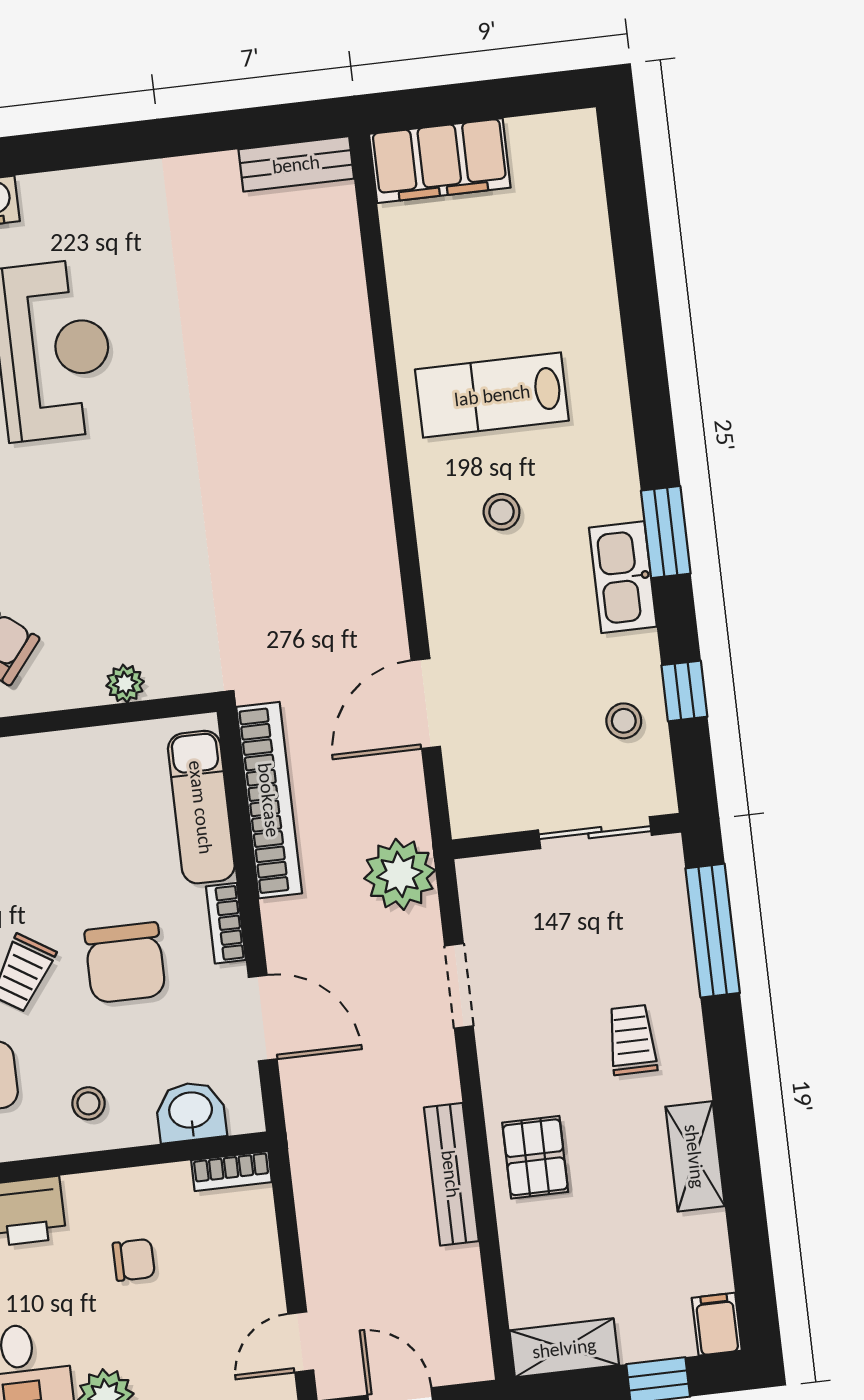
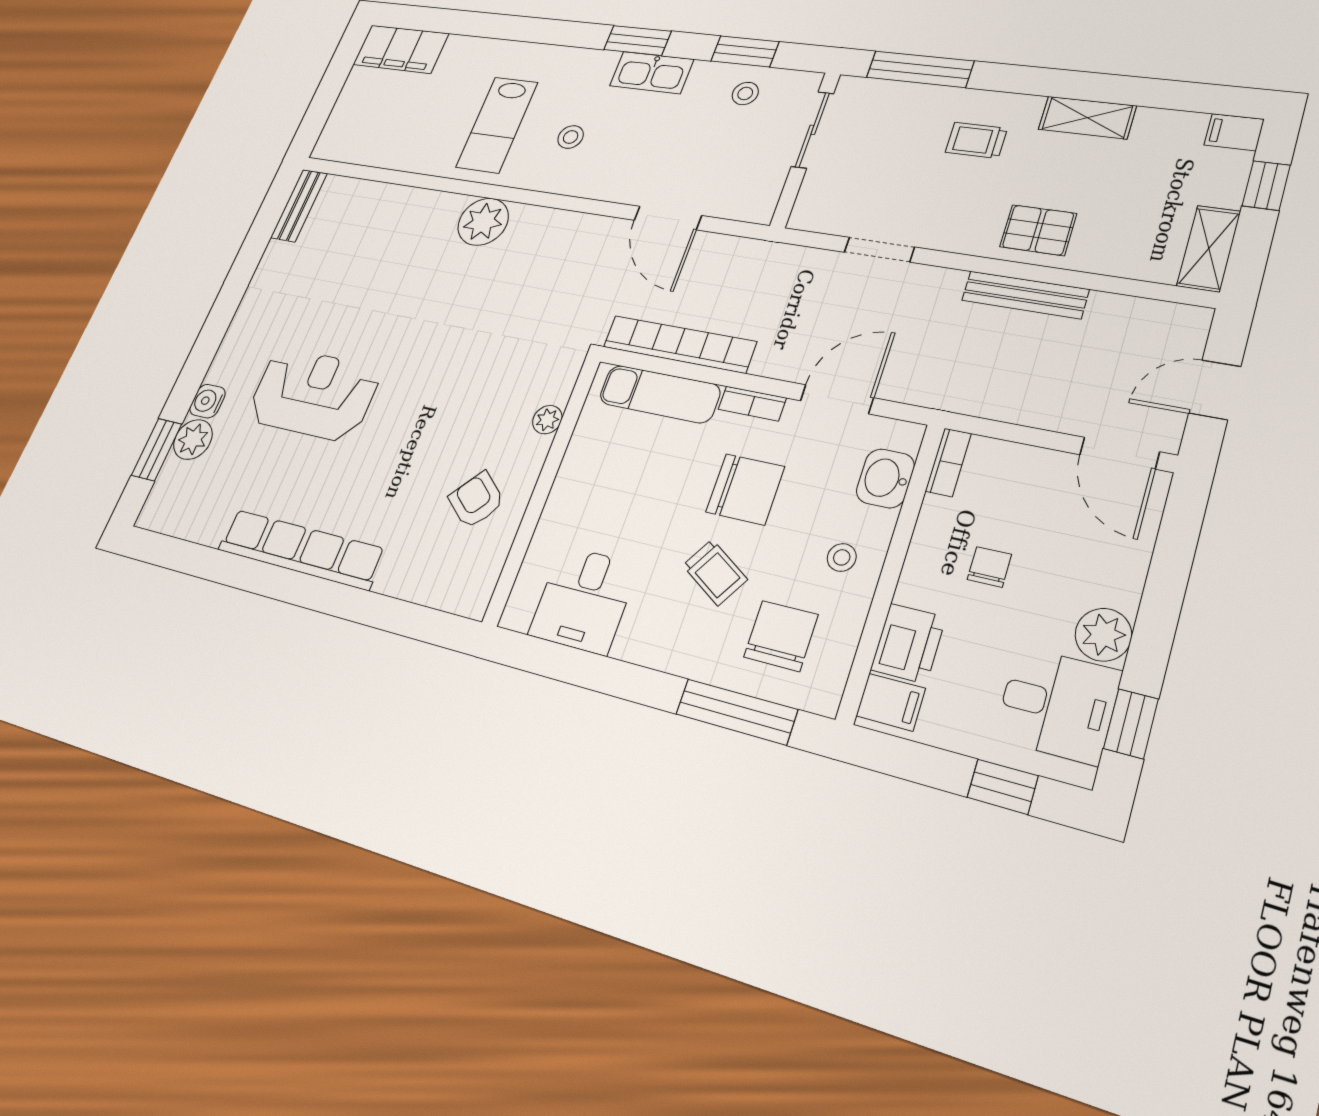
filing cabinet: (440, 161) -> (401, 49), moved, turned 90
window: (684, 691) -> (745, 51), width x1.50
plant: (400, 874) -> (483, 222), moved
door: (301, 1342) -> (1119, 453), width x1.38

